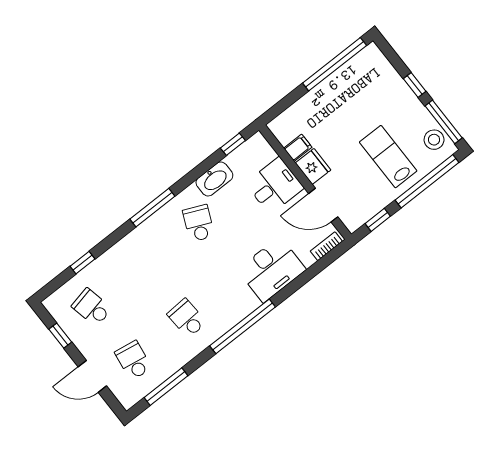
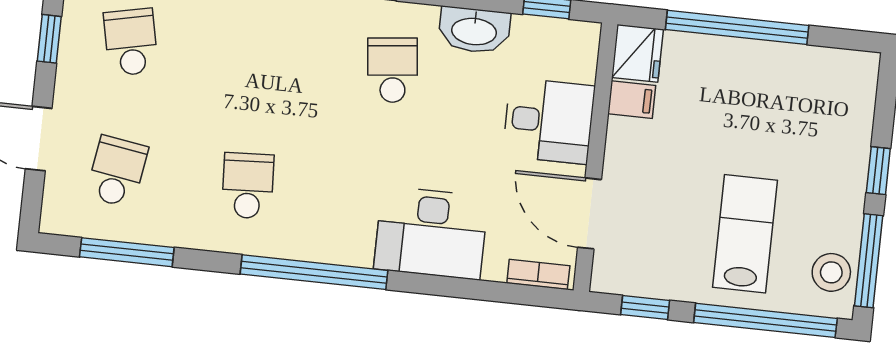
window: (335, 64) -> (737, 27), moved
fridge: (313, 166) -> (637, 53), moved
school desk: (199, 223) -> (392, 70), turned -30

